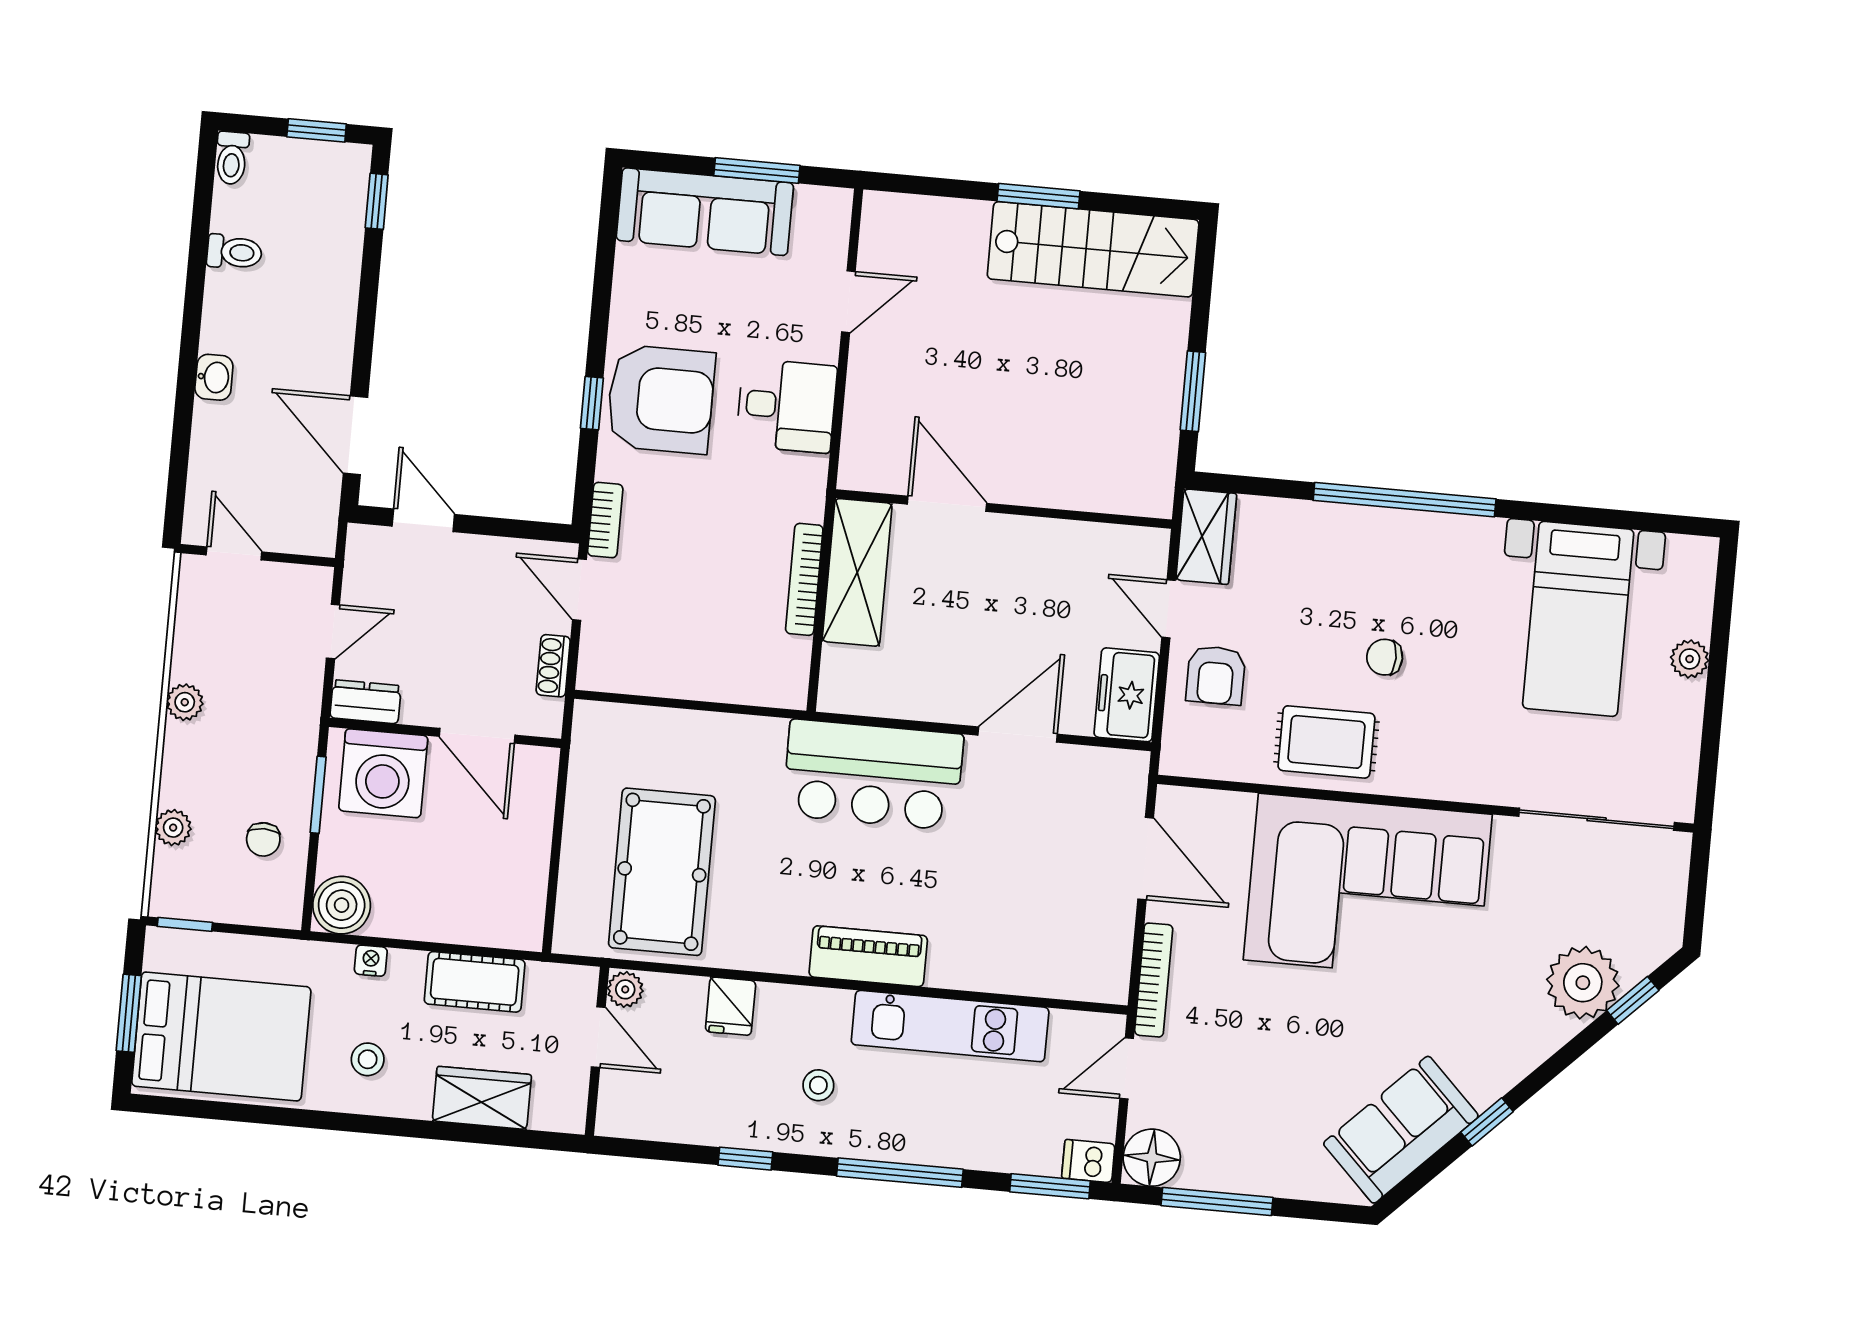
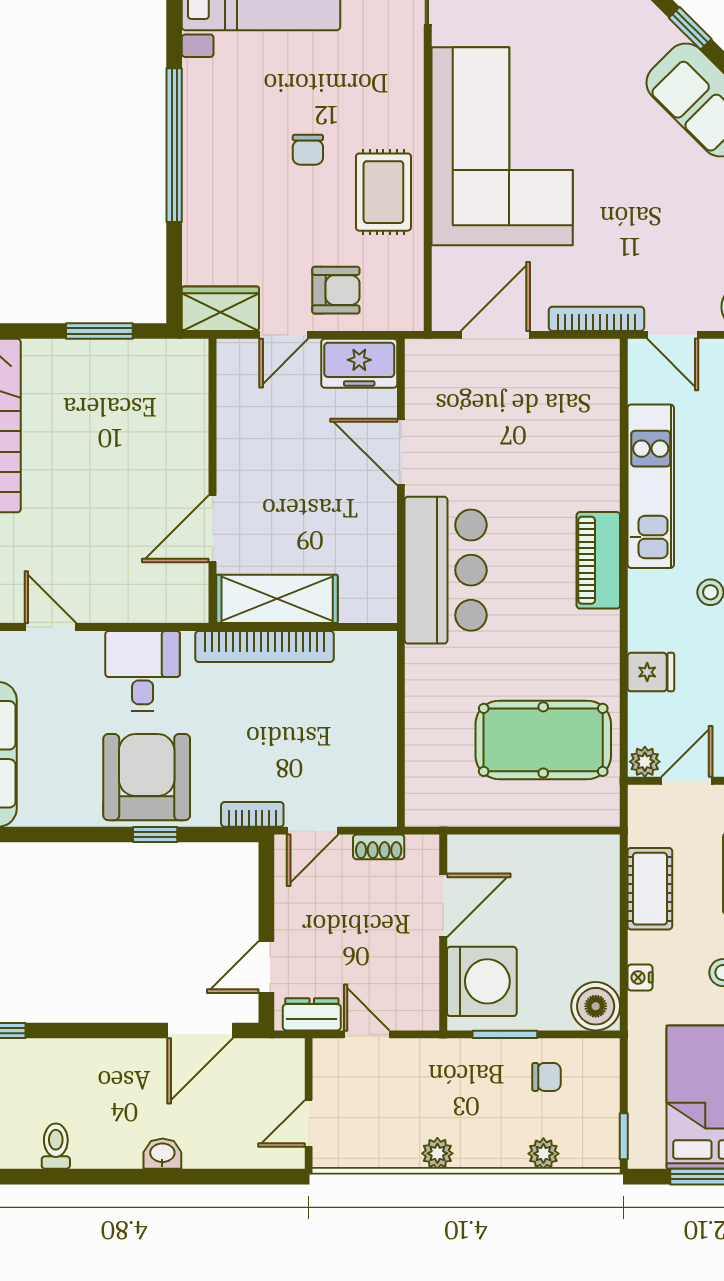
bookcase: (804, 579) -> (265, 646), width x1.48, depth x1.31
dresser: (366, 702) -> (312, 1014), moved, turned 90

